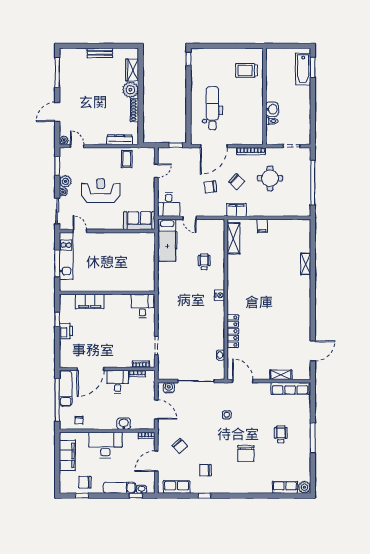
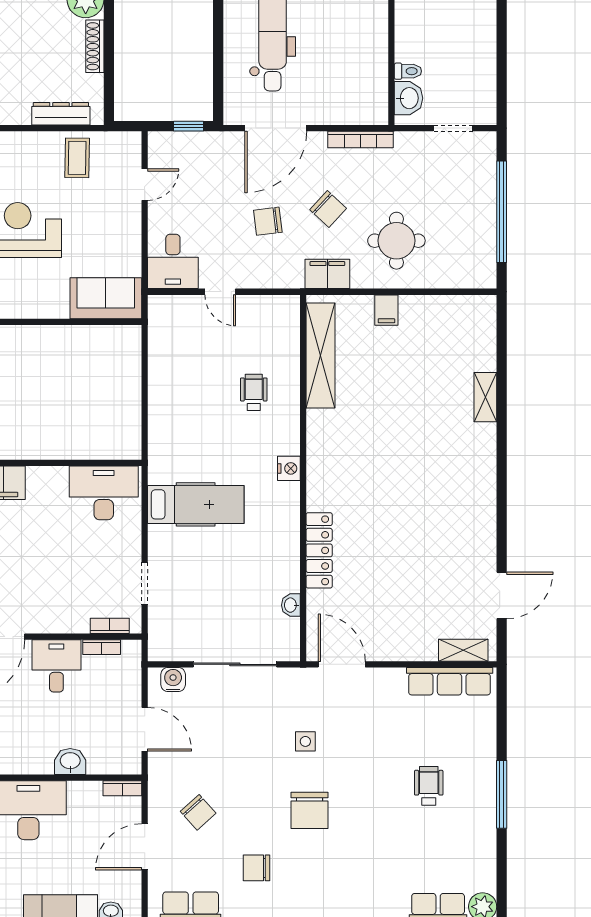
washbasin: (272, 109) -> (408, 98), moved
round table: (270, 178) -> (396, 241), moved
shelving: (233, 238) -> (321, 355), width x1.47
hospital bed: (167, 240) -> (196, 504), moved, turned -90
desk: (142, 306) -> (104, 493), width x1.37
shelving: (281, 375) -> (463, 650), moved
chair: (246, 454) -> (310, 810), moved

